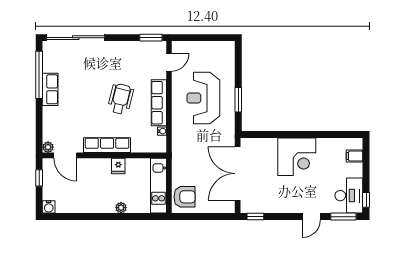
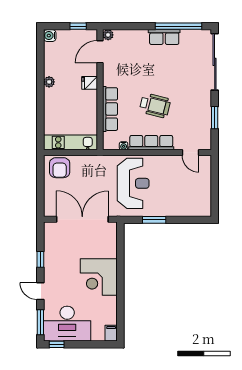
window: (151, 38) -> (215, 118), moved
reception desk: (203, 98) -> (133, 183), moved, turned 90
row of seats: (107, 145) -> (110, 109), moved
filing cabinet: (355, 156) -> (111, 333), moved
fridge: (118, 166) -> (90, 83), moved
desk: (349, 196) -> (67, 324), width x1.36, depth x1.30
plant: (121, 208) -> (49, 82), moved
window: (255, 217) -> (40, 259), moved

